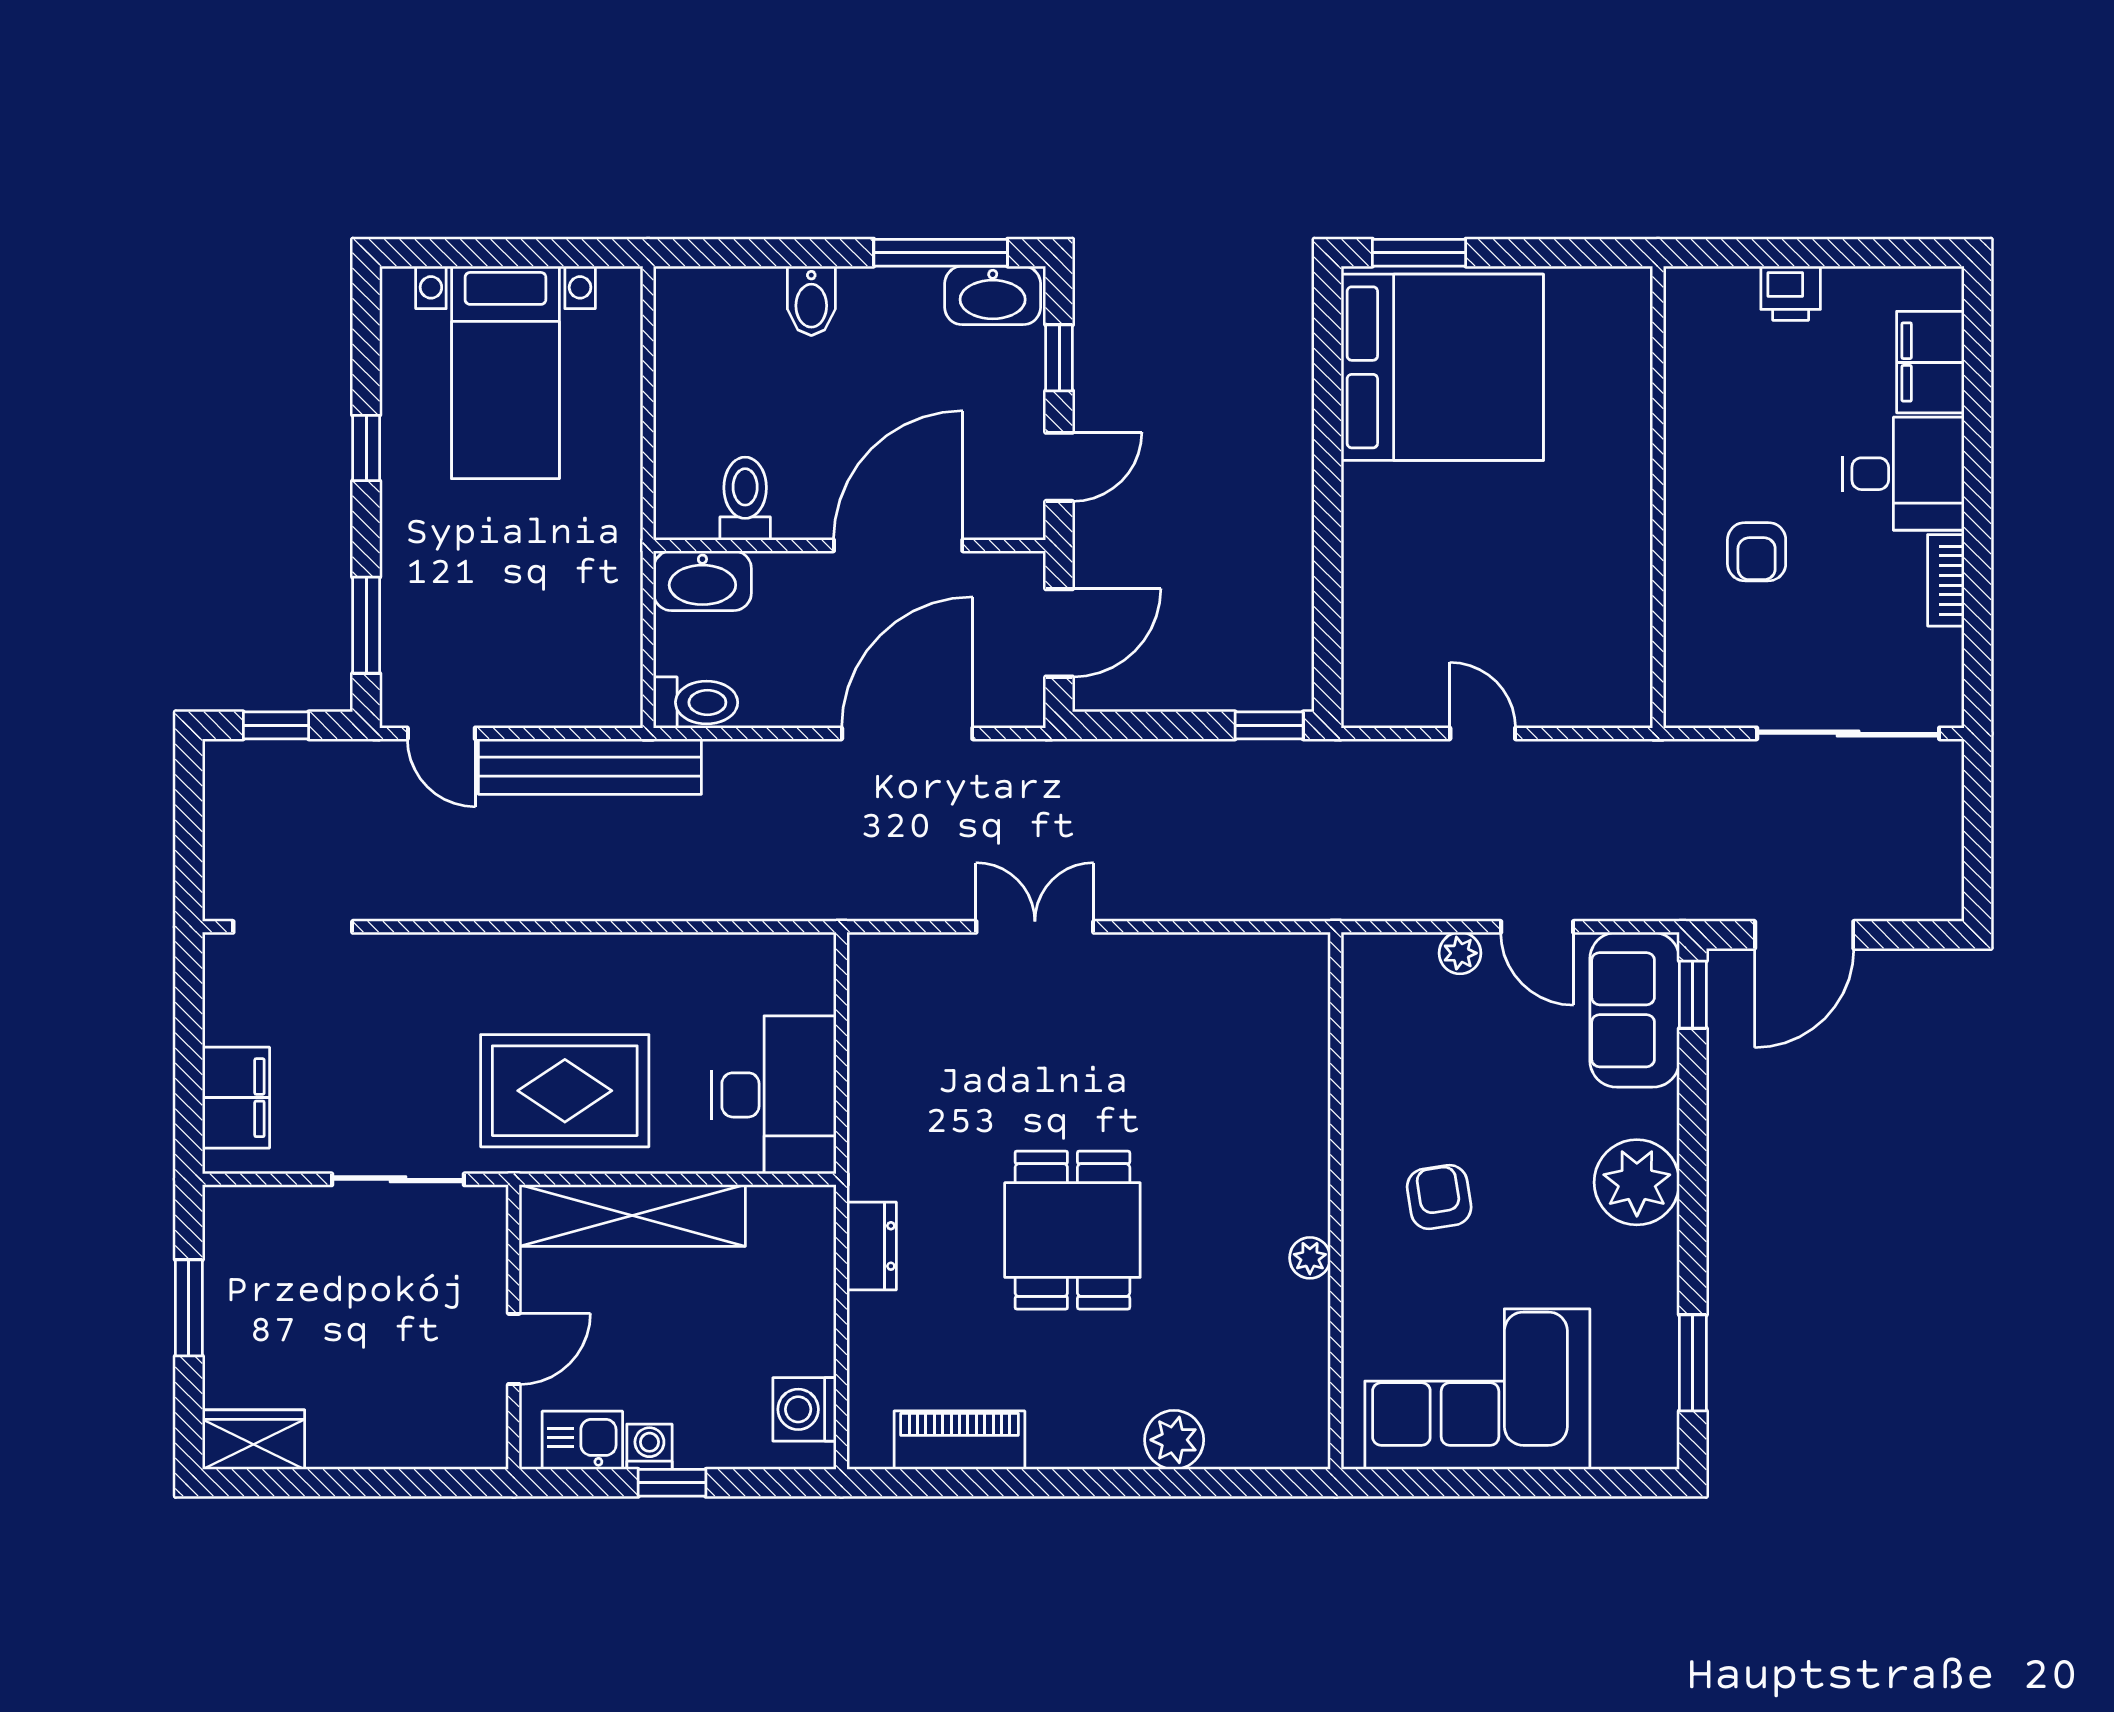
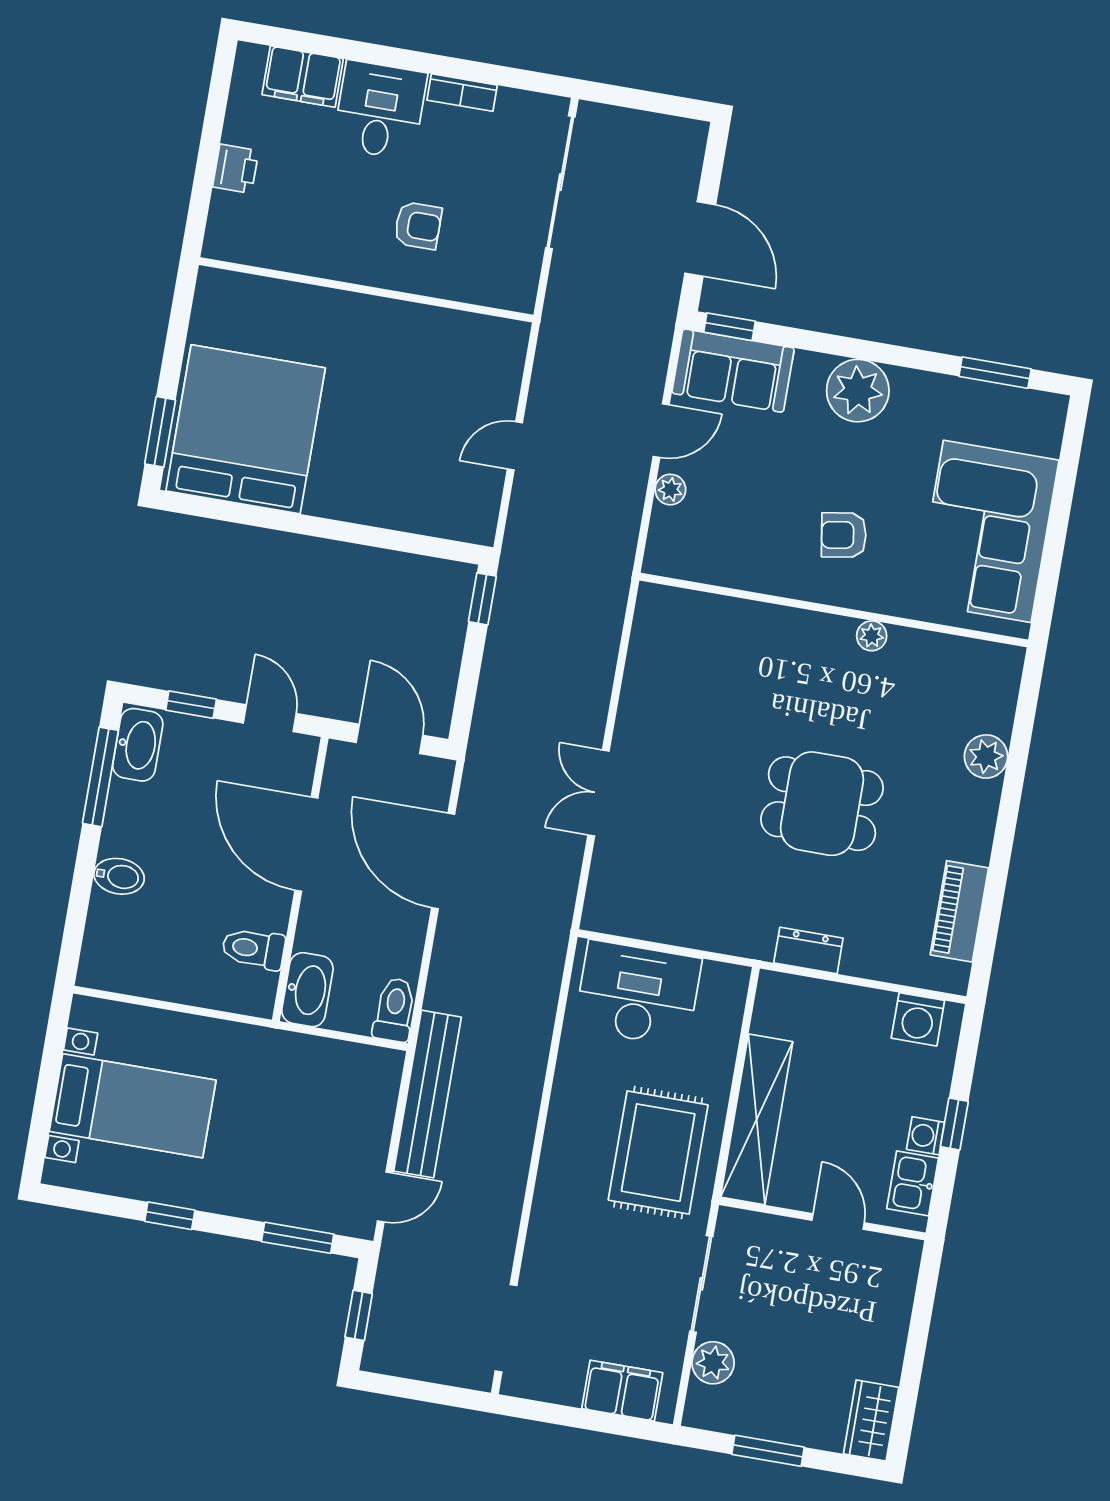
desk: (774, 1095) -> (638, 994), moved
plant: (295, 1213) -> (713, 1363), added

